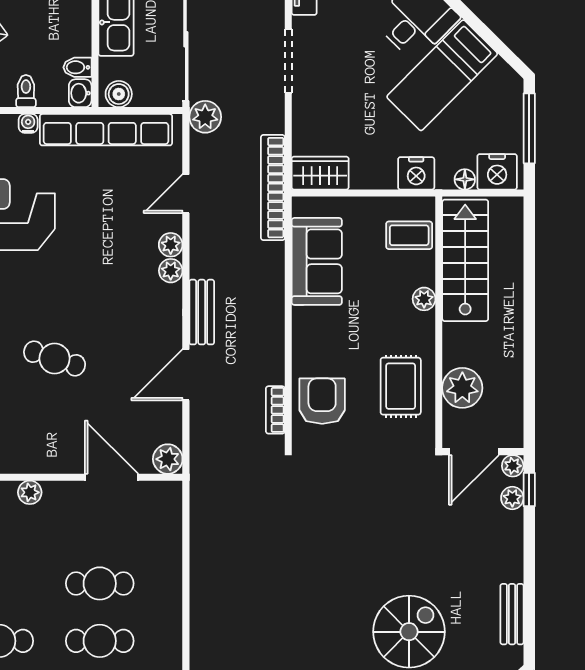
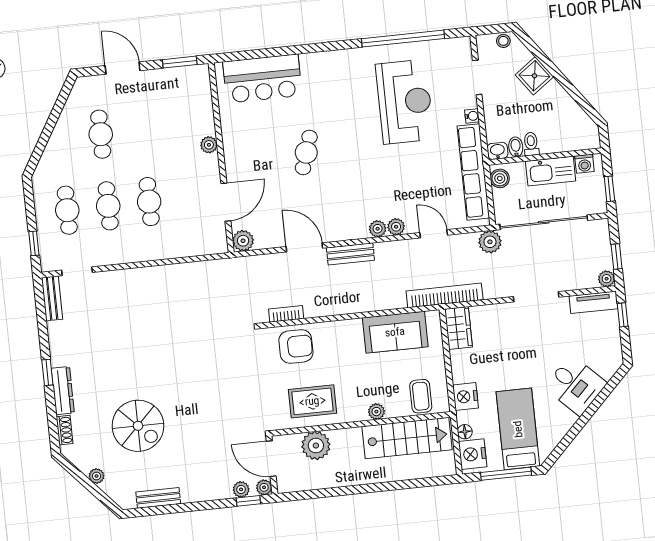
bed: (442, 75) -> (518, 429), moved, turned 45
toilet: (26, 91) -> (531, 144), moved, turned -90

